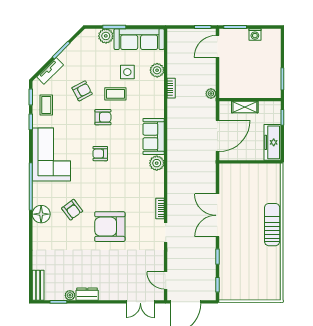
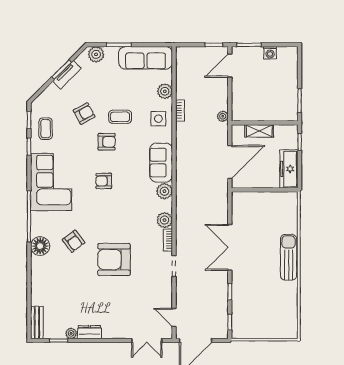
plant: (106, 36) -> (96, 54), moved
tv unit: (50, 71) -> (67, 75), moved
side table: (127, 72) -> (158, 119), moved
plant: (157, 190) -> (165, 220), added

